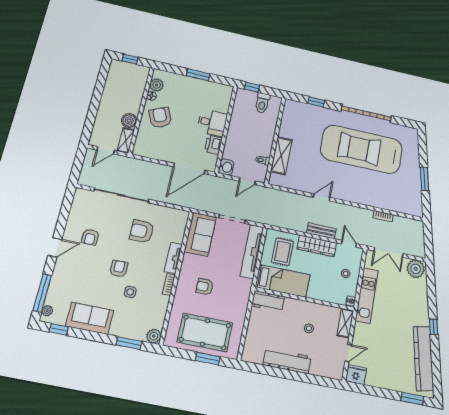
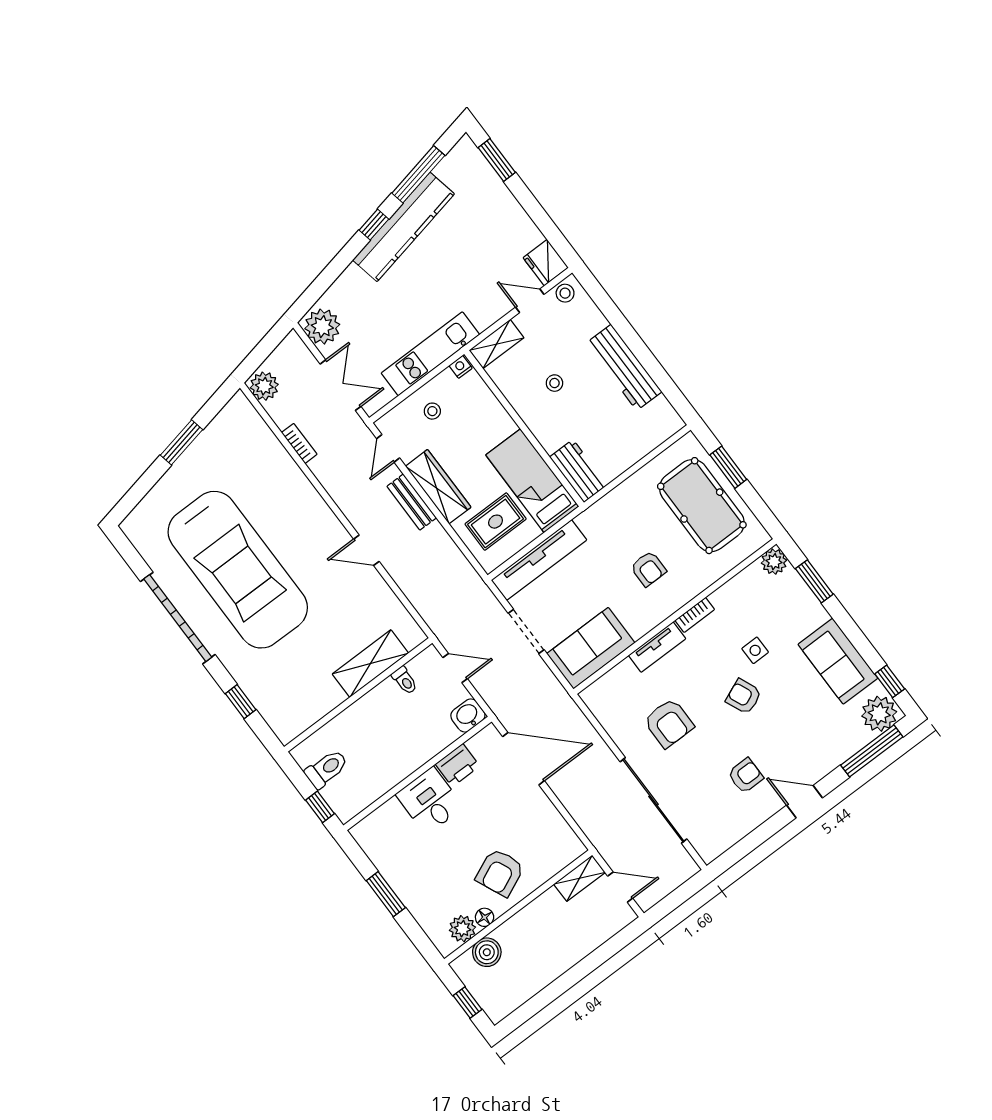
boiler: (129, 120) -> (487, 952), moved
plant: (415, 226) -> (264, 386), added
armchair: (119, 269) -> (744, 696), turned 67
plant: (47, 311) -> (879, 714), width x1.87, depth x1.87
kitchen counter: (423, 358) -> (404, 227), moved
window: (436, 363) -> (418, 174), added
stool: (337, 369) -> (565, 293), added

